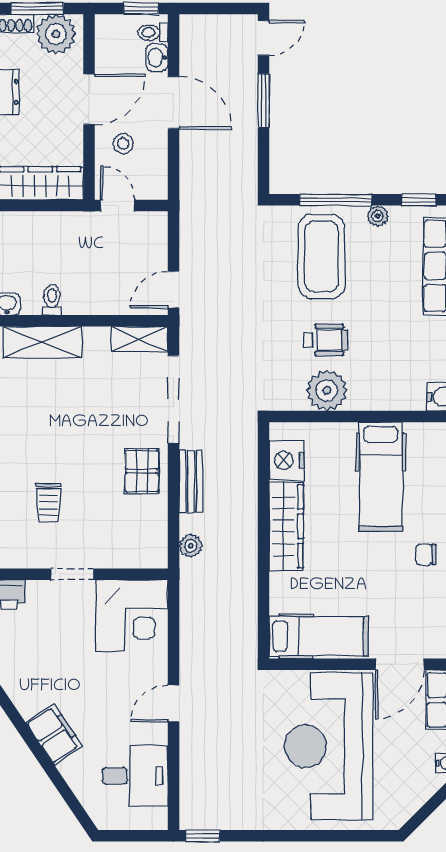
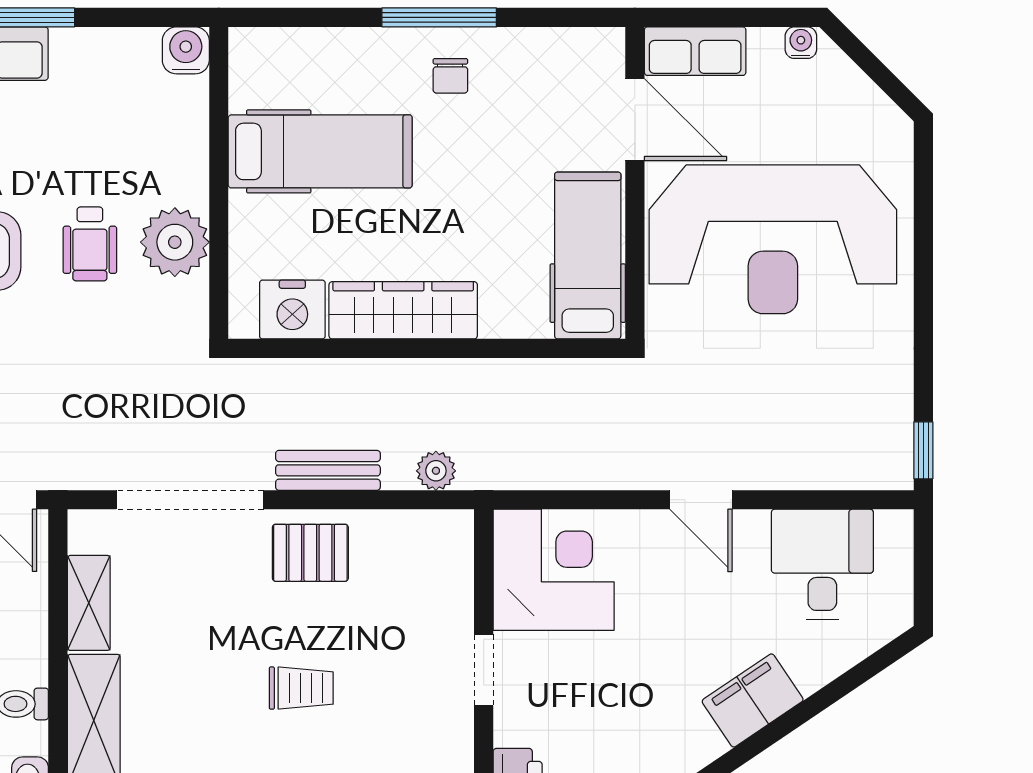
shelving: (140, 339) -> (89, 603), moved
wheelchair: (326, 340) -> (90, 244), turned 180
trolley: (48, 503) -> (301, 688), moved

